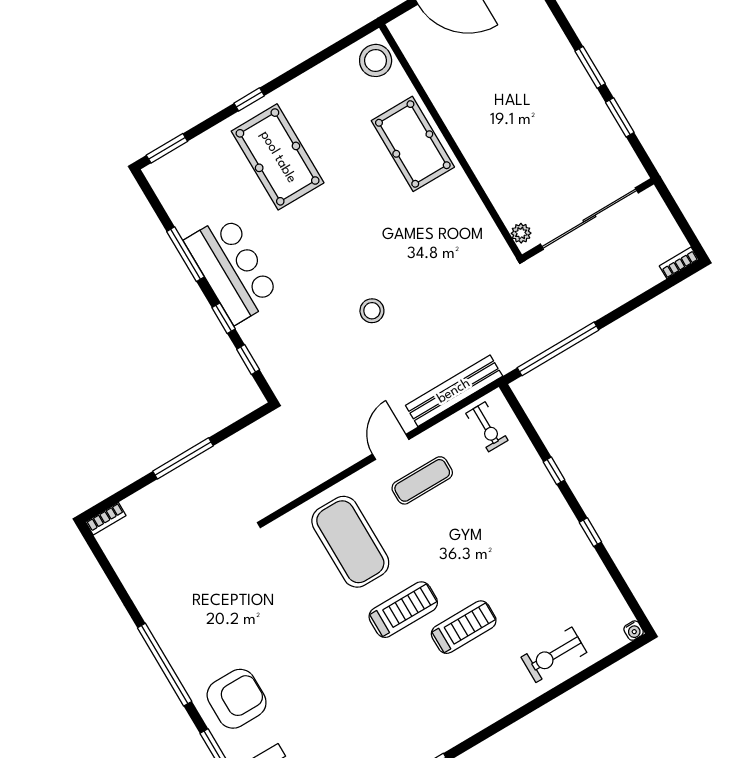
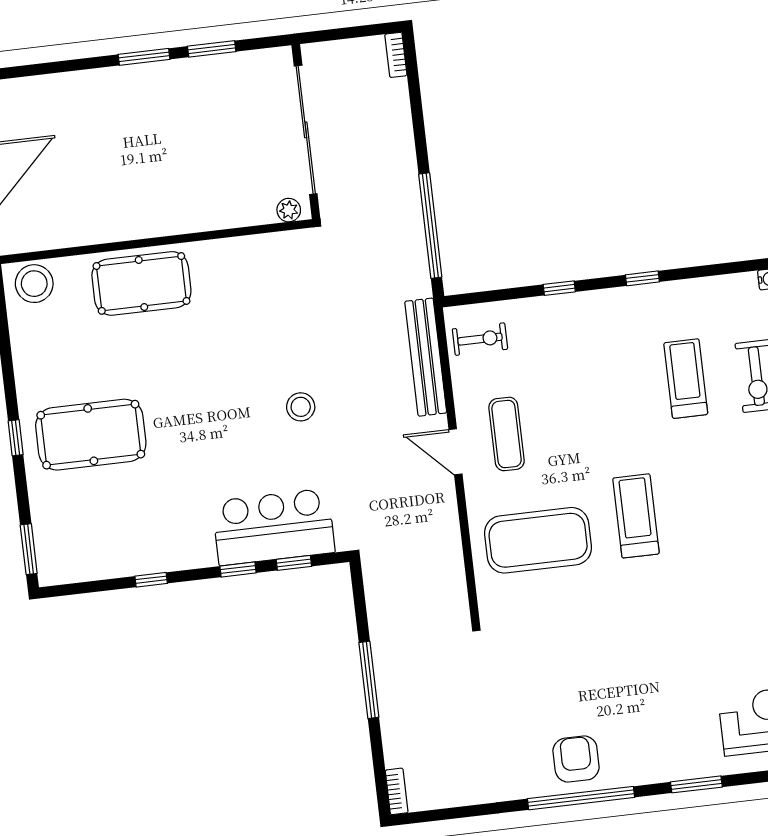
window: (186, 254) -> (151, 580), width x0.46
bar counter: (232, 269) -> (274, 527), moved
treadmill: (464, 627) -> (686, 379), moved
armchair: (237, 699) -> (576, 759), moved, width x0.73, depth x0.73

